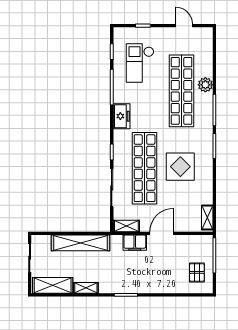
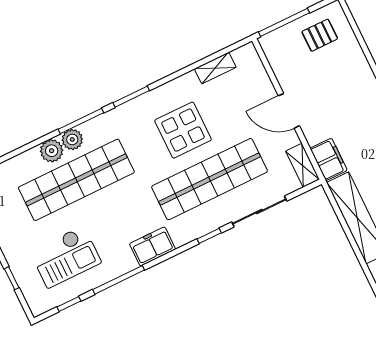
plant: (206, 100) -> (72, 139), added
shelving: (207, 218) -> (215, 68), moved
filing cabinet: (135, 243) -> (329, 159), moved

